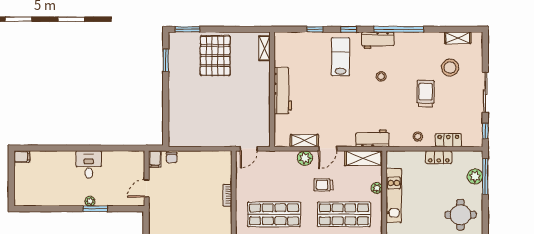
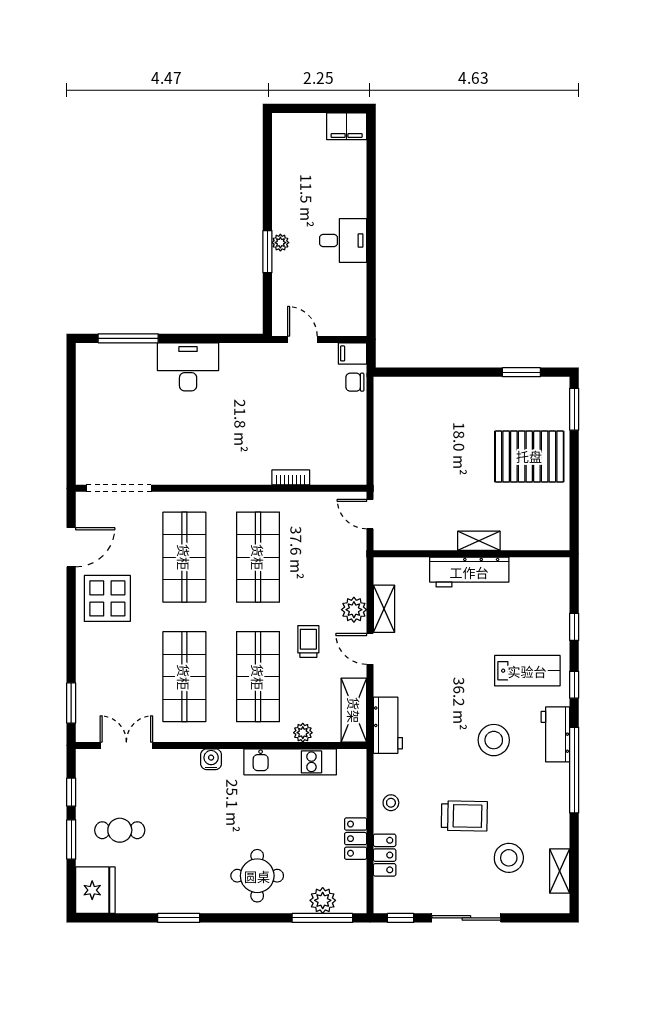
shelving: (264, 48) -> (479, 541), moved
stool: (381, 76) -> (494, 740), width x1.89, depth x1.89
filing cabinet: (22, 157) -> (347, 126), width x2.00

